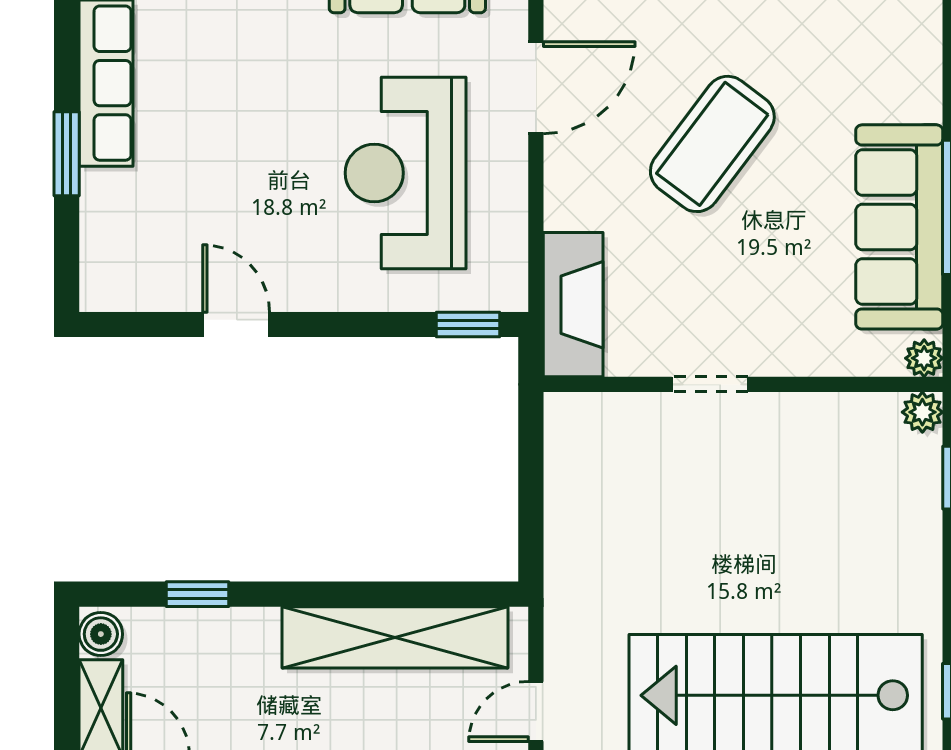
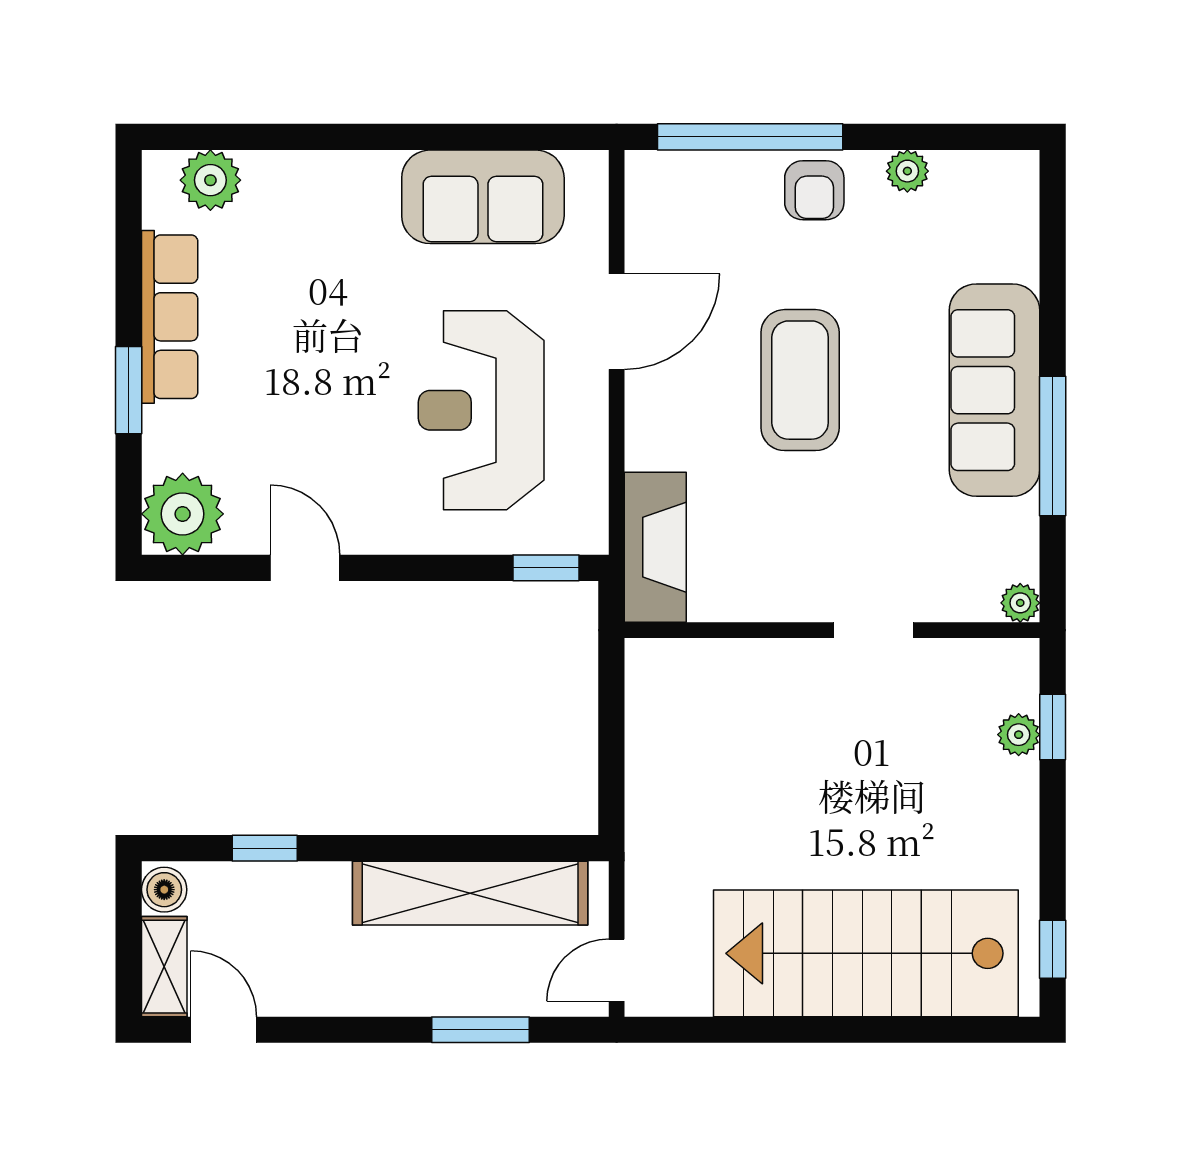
coffee table: (712, 144) -> (800, 380), turned -37
sofa: (899, 227) -> (994, 390), moved
plant: (118, 273) -> (183, 514), added
doorway: (710, 384) -> (873, 630), moved
plant: (922, 412) -> (1019, 735), moved

